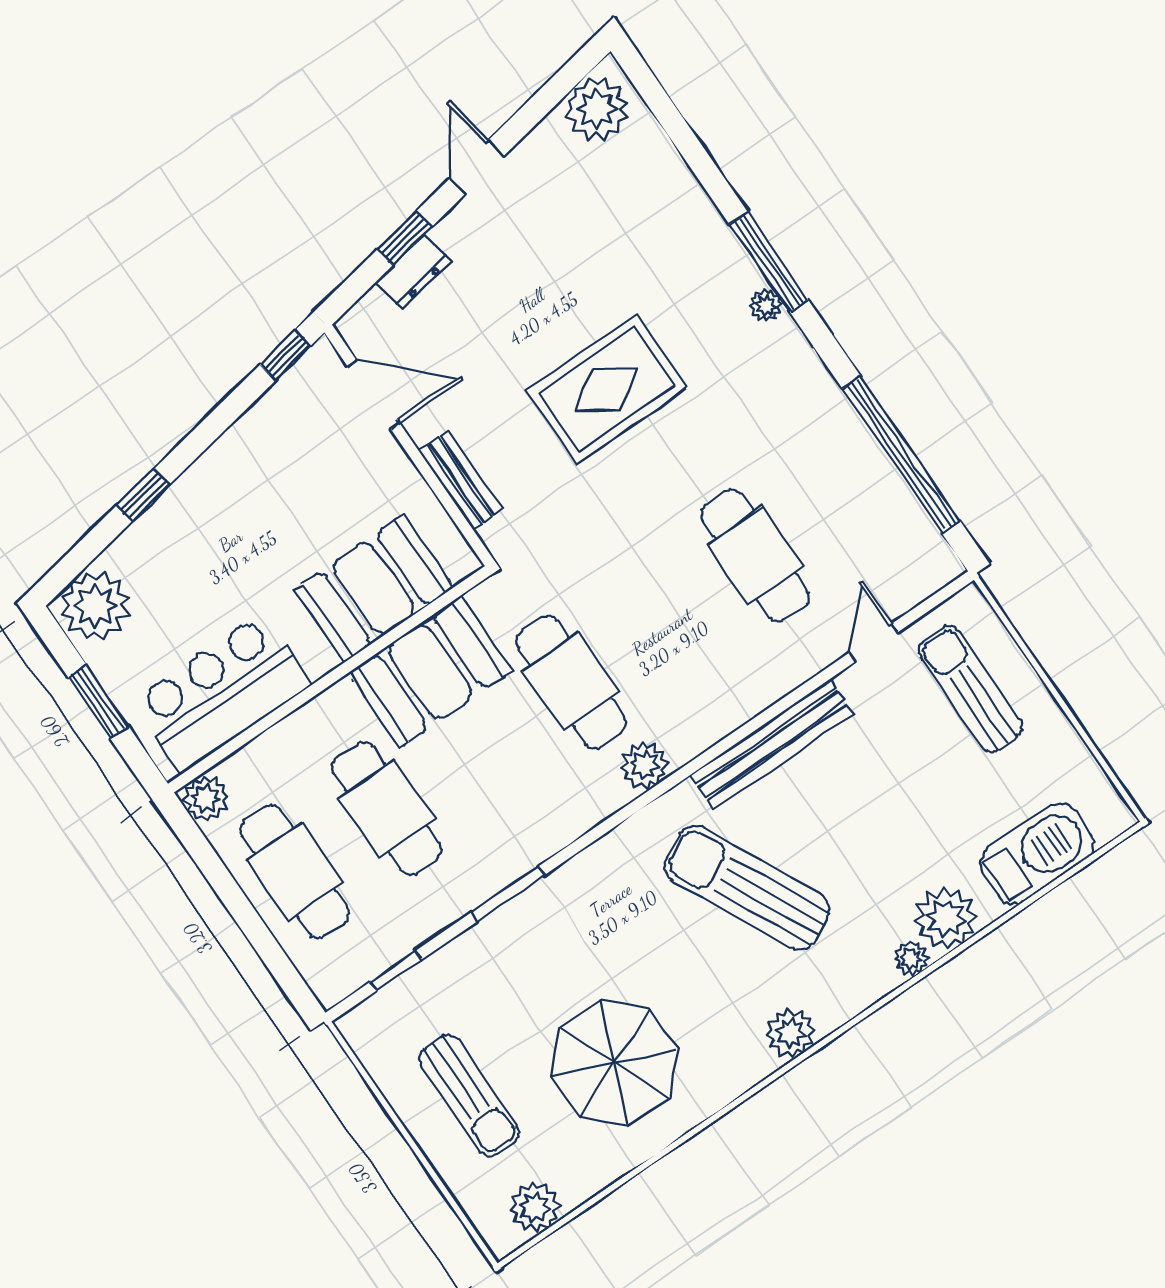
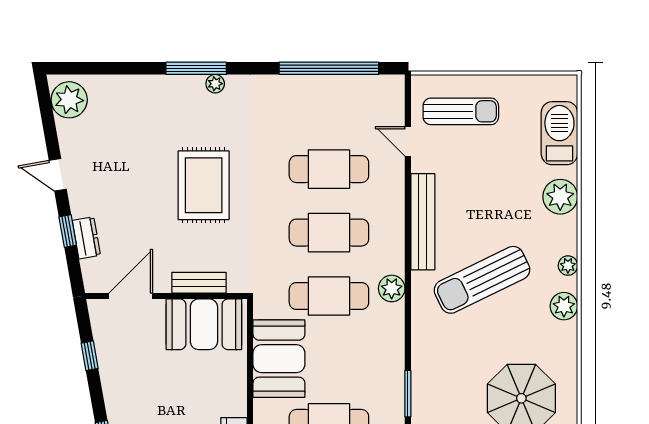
window: (285, 355) -> (90, 356), moved
booth: (374, 588) -> (204, 324), moved, turned 90
cafe table: (663, 619) -> (329, 233), added
sun lounger: (970, 689) -> (461, 111), turned 180
plant: (911, 958) -> (568, 266), moved

